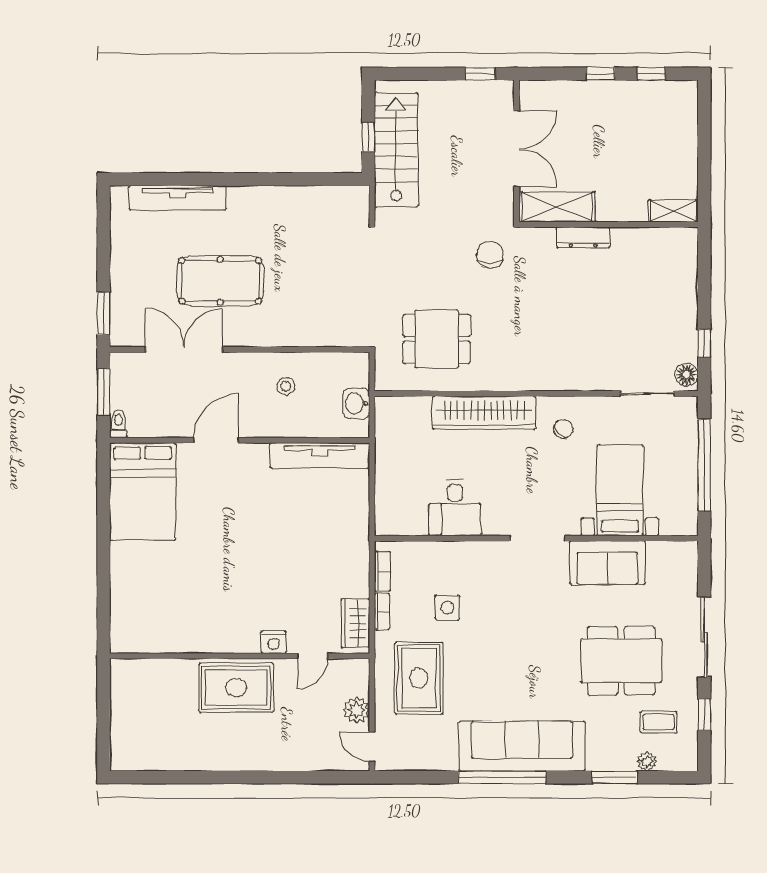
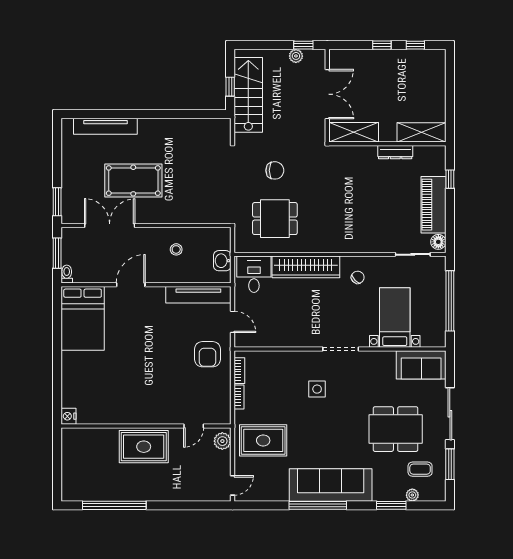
plant: (469, 90) -> (296, 56), added
shelving: (673, 211) -> (422, 132), width x1.50, depth x1.33
dresser: (583, 237) -> (395, 152), moved
chair: (490, 255) -> (275, 170), moved, turned 90
piano: (679, 318) -> (434, 205), added
window: (704, 343) -> (450, 179), moved
door: (372, 497) -> (233, 322), added
desk: (455, 508) -> (254, 274), moved, turned 180
armchair: (334, 546) -> (207, 354), added
sofa: (607, 563) -> (421, 365), moved
side table: (447, 608) -> (317, 389), moved
wardrobe: (355, 623) -> (222, 404), removed
nightstand: (274, 642) -> (69, 416), moved, turned 90
rug: (419, 678) -> (263, 440), turned 90
plant: (356, 710) -> (222, 441), moved
window: (704, 715) -> (450, 464), width x1.50
door: (372, 747) -> (233, 485), swing flipped
window: (191, 777) -> (114, 505), added

